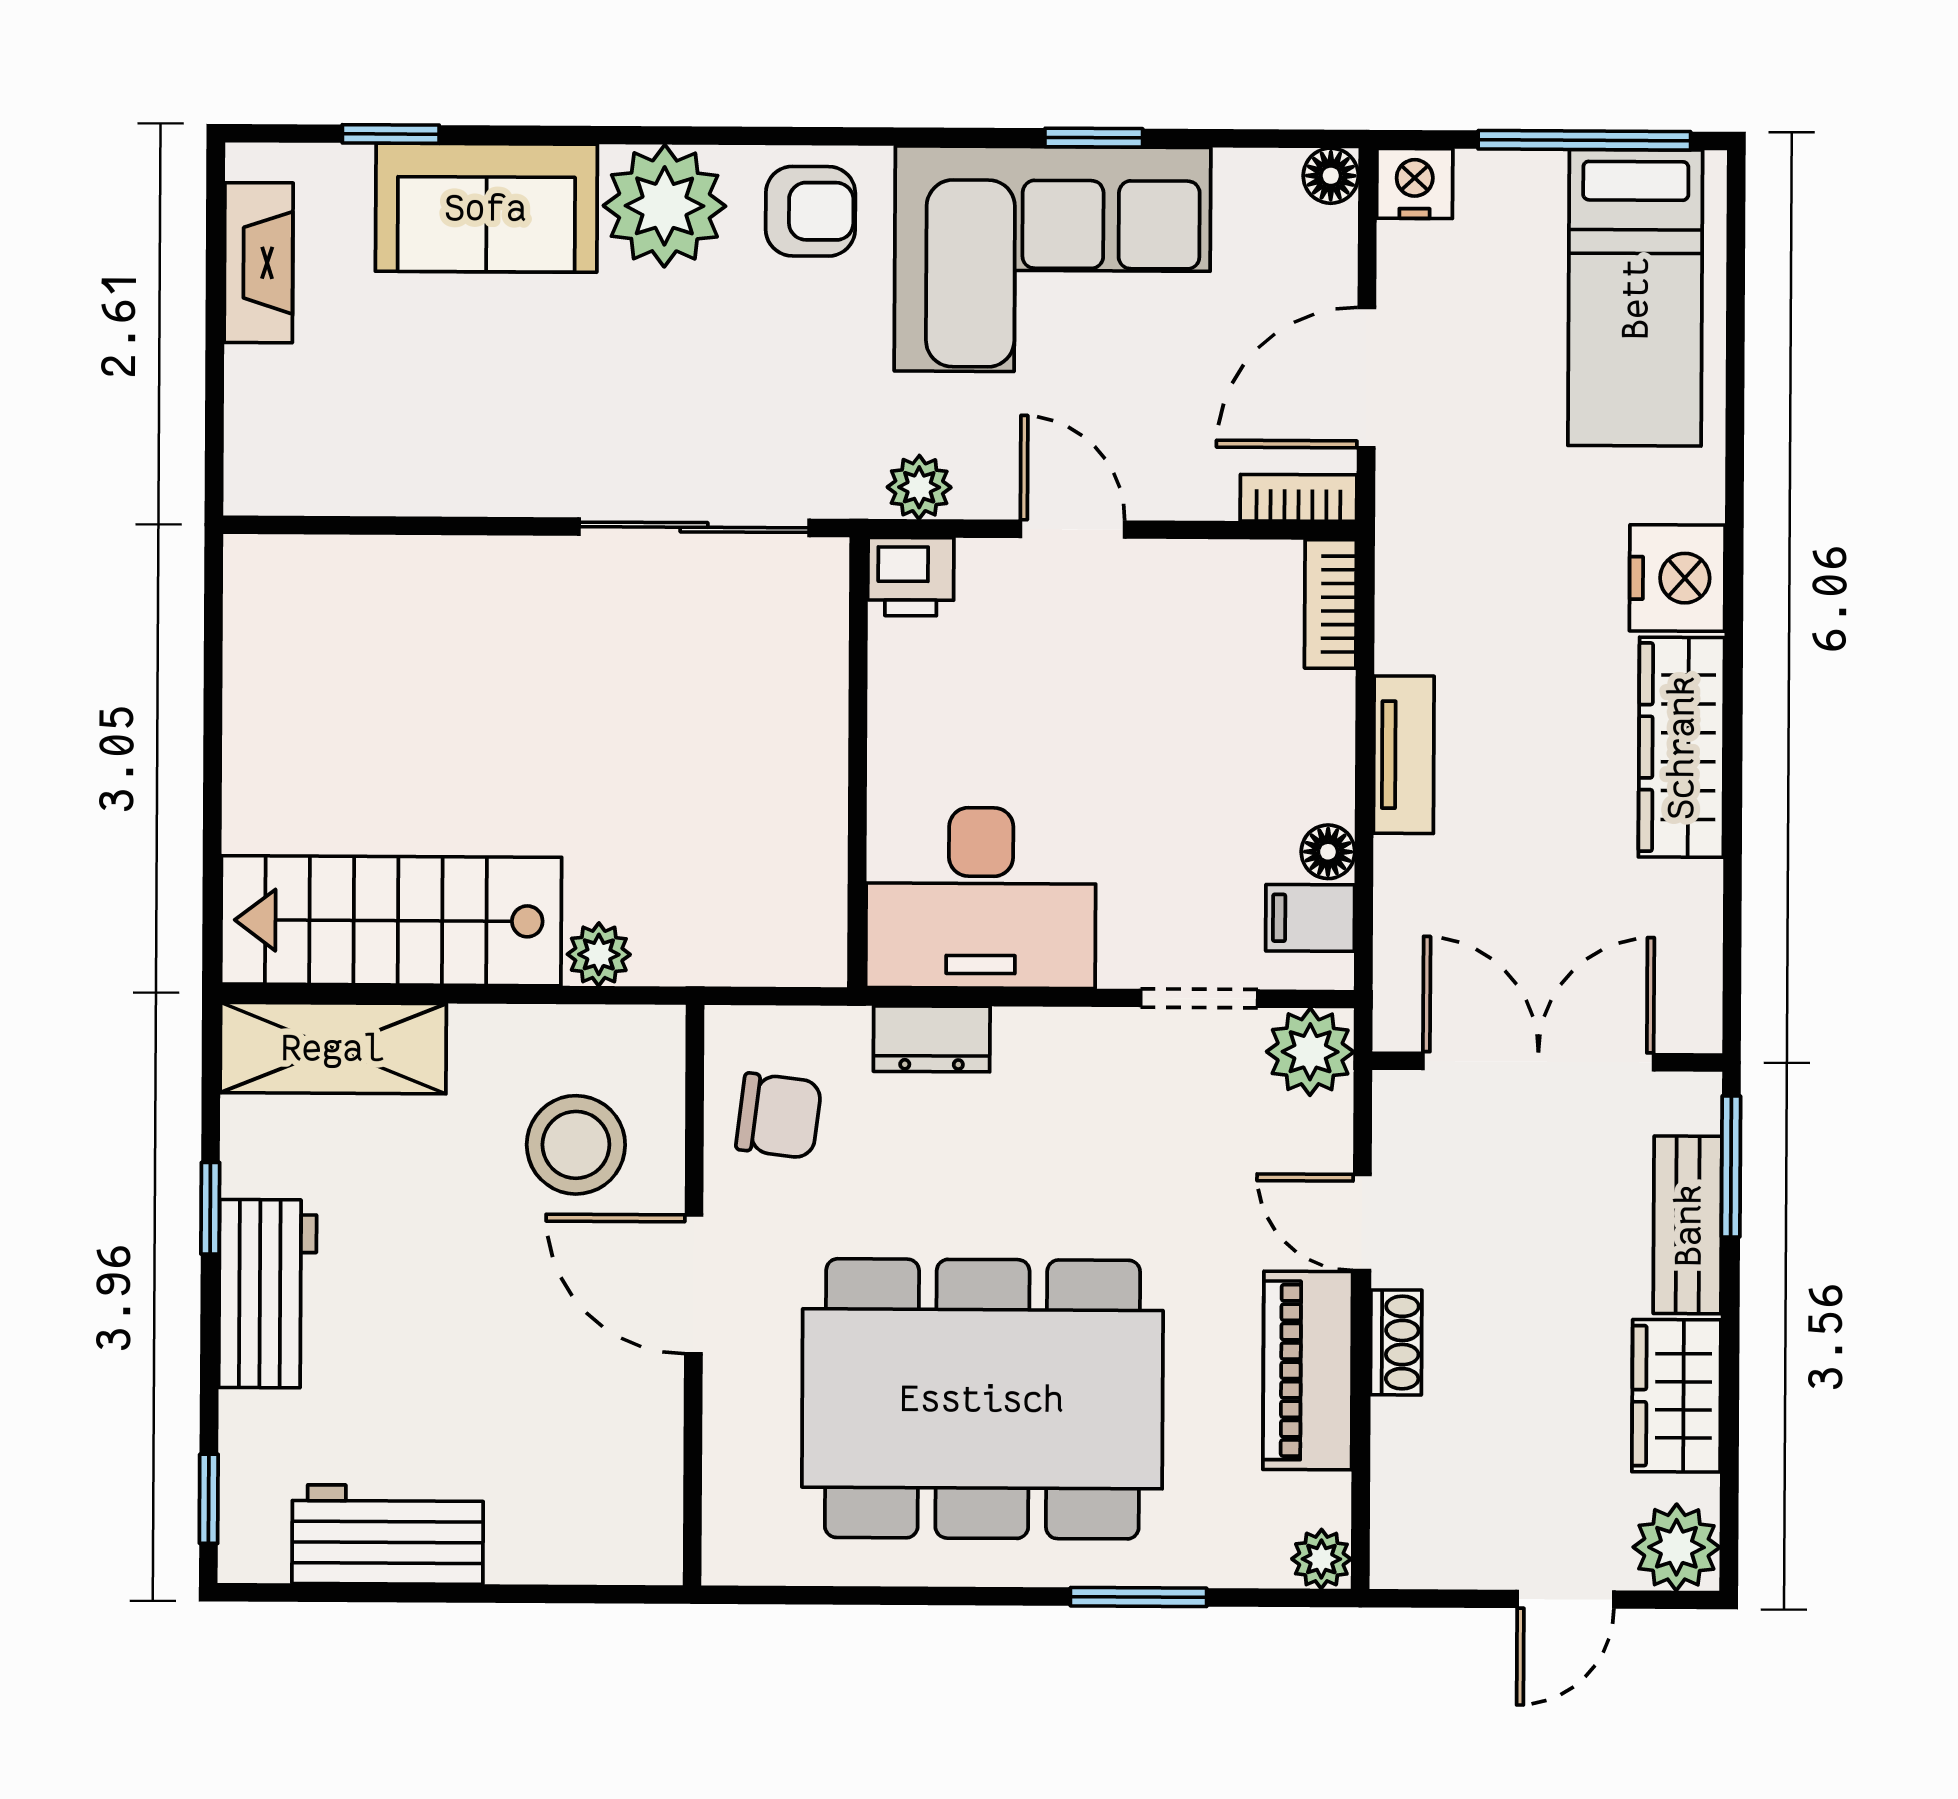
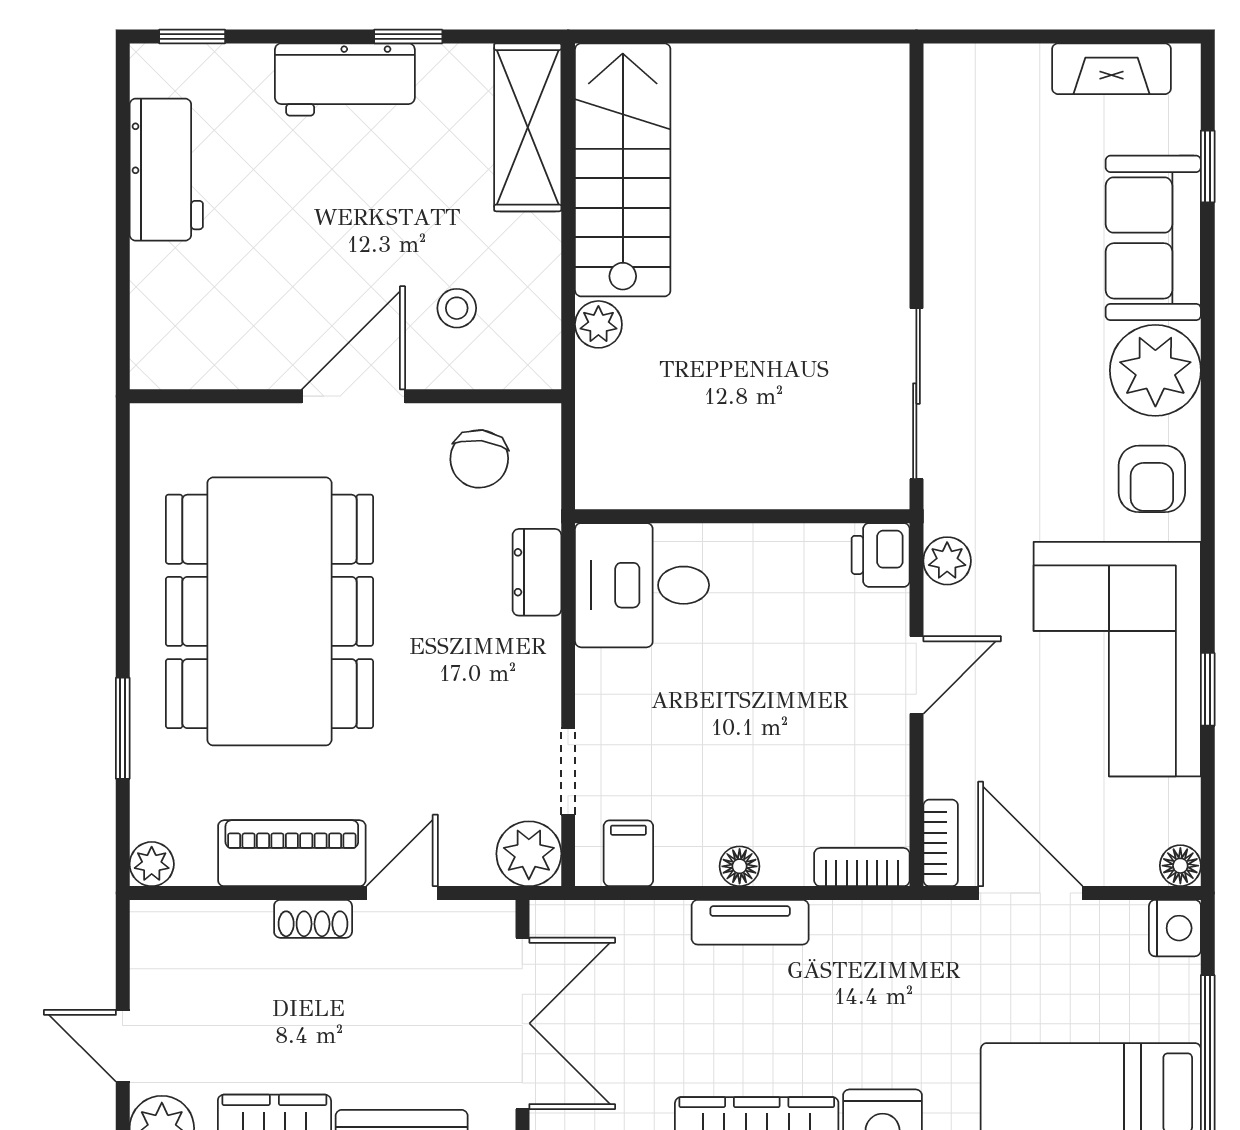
floor lamp: (1328, 852) -> (740, 866), moved
desk: (981, 898) -> (642, 585), width x0.73
stool: (576, 1145) -> (457, 308), width x0.53, depth x0.53

